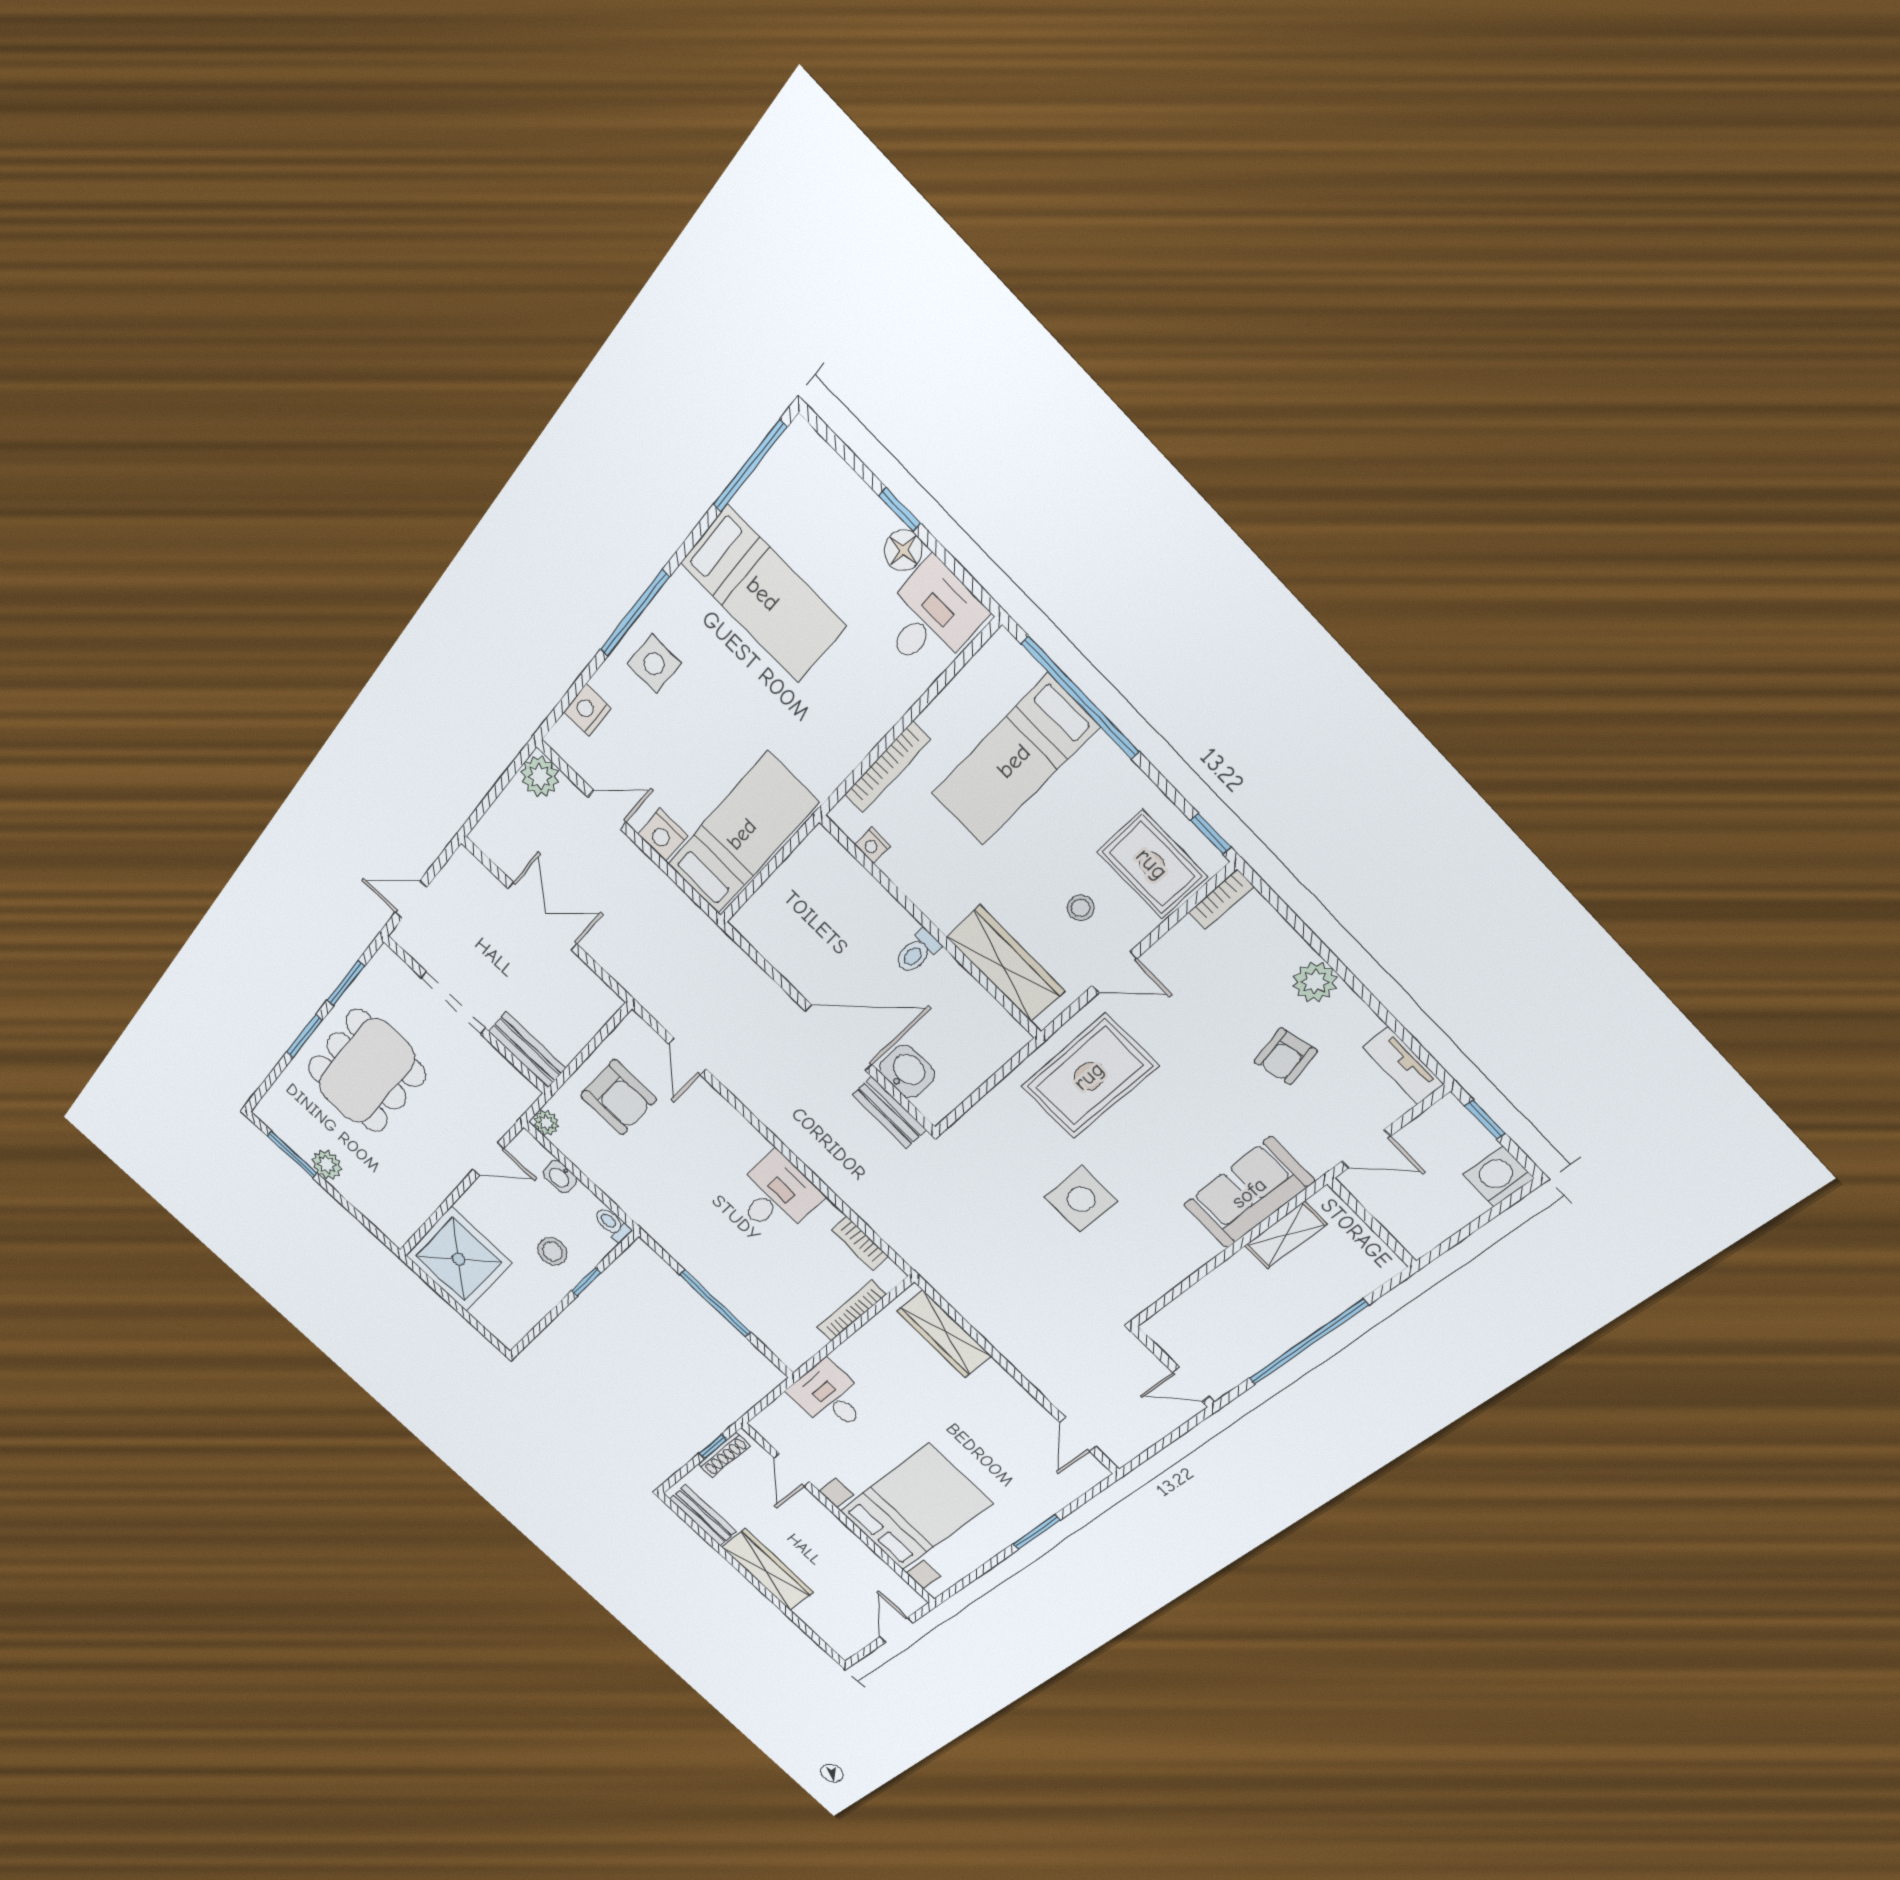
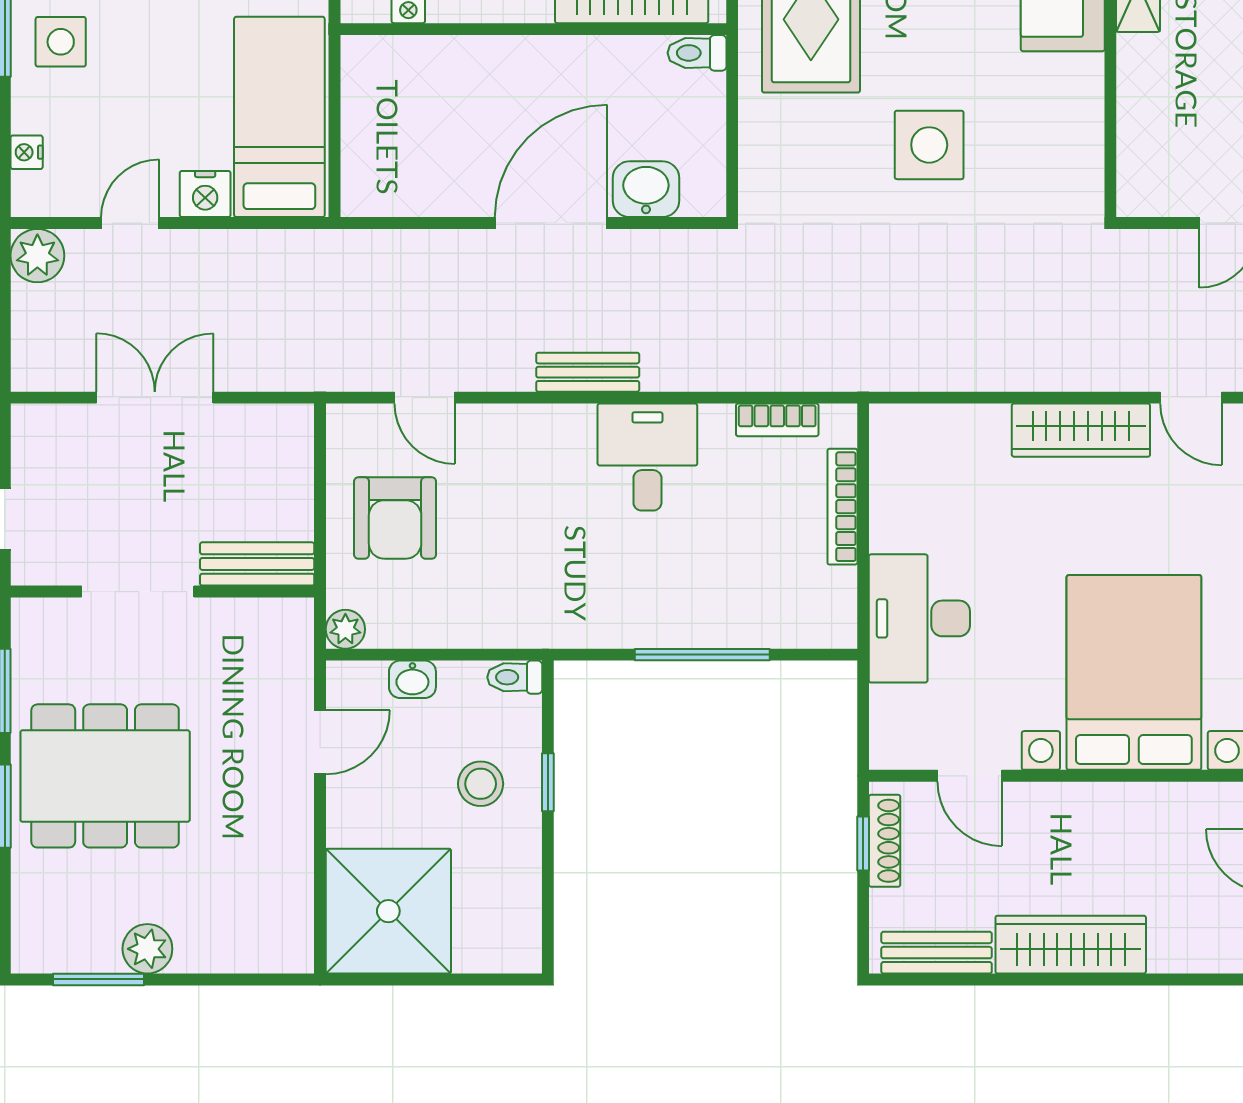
nightstand: (587, 710) -> (27, 152), width x0.72, depth x0.74
toilet: (917, 952) -> (697, 53), moved, turned 90
dining table: (367, 1071) -> (105, 776), turned 90
armchair: (618, 1097) -> (395, 518), turned 90
bench: (889, 1112) -> (588, 372), moved
wardrobe: (944, 1334) -> (1081, 430), moved
desk: (830, 1397) -> (919, 618), width x1.37

